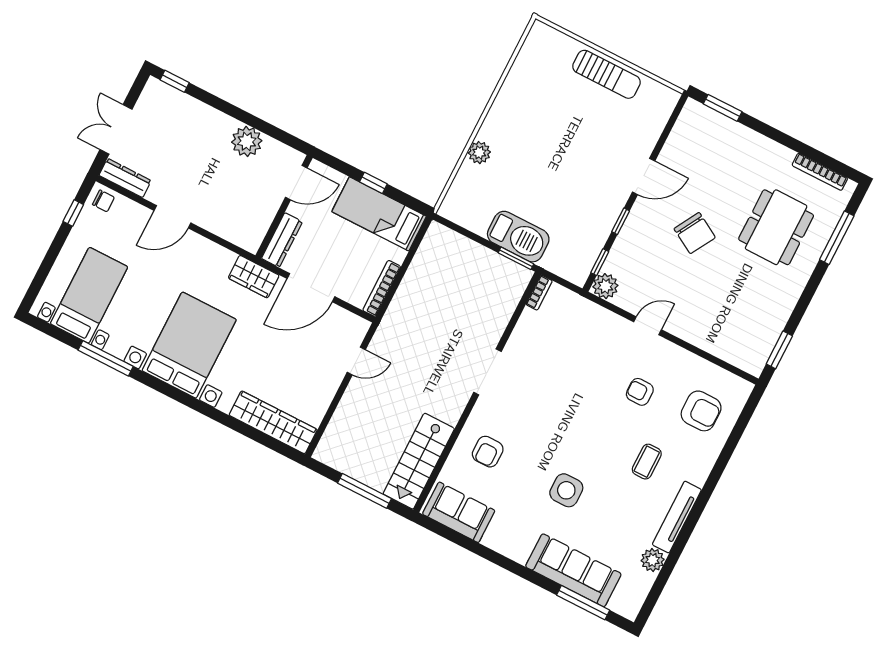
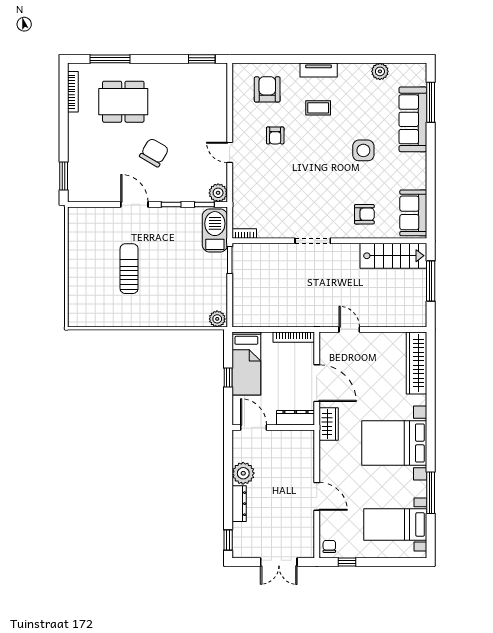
sun lounger: (607, 74) -> (129, 269), moved
plant: (479, 153) -> (217, 319), moved
dresser: (125, 178) -> (239, 504), moved, turned 180
barbecue: (518, 237) -> (215, 230), moved
tv unit: (677, 517) -> (319, 70), moved, width x0.71

